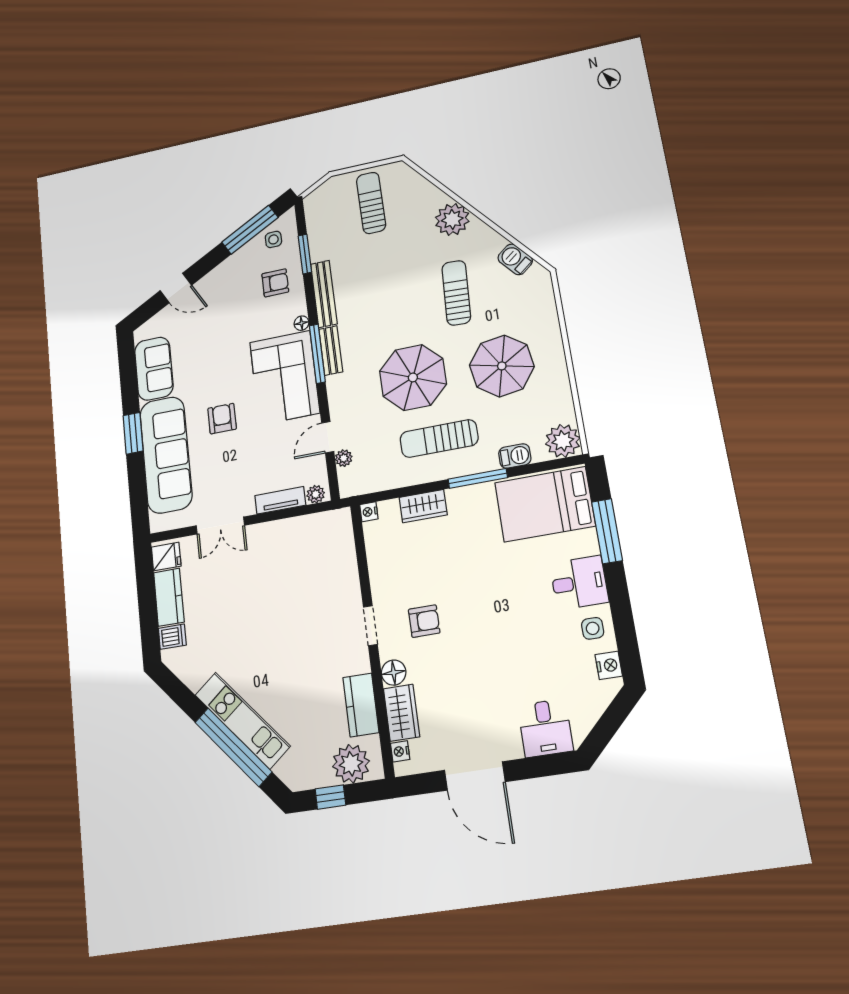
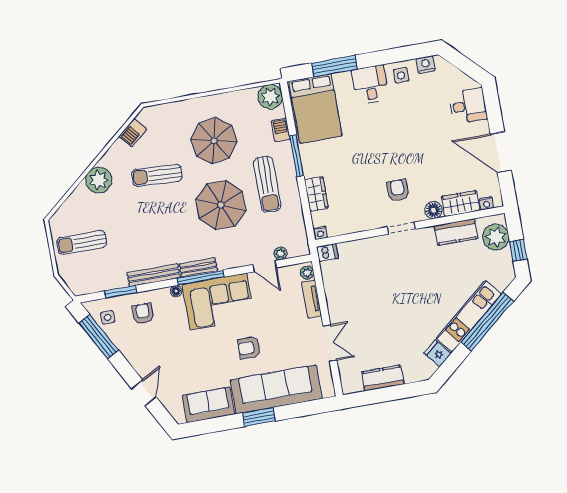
fridge: (166, 557) -> (438, 353), moved, turned -40
dishwasher: (172, 637) -> (327, 252), moved, turned 90
door: (475, 776) -> (501, 152), swing flipped

